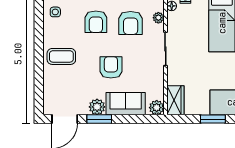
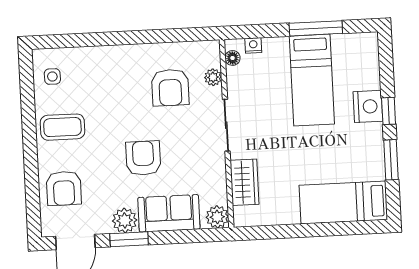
armchair: (96, 22) -> (64, 188), moved
coffee table: (61, 56) -> (62, 127), moved
wardrobe: (175, 100) -> (245, 182), moved
window: (213, 119) -> (306, 230), removed

